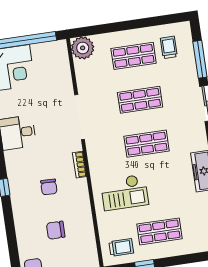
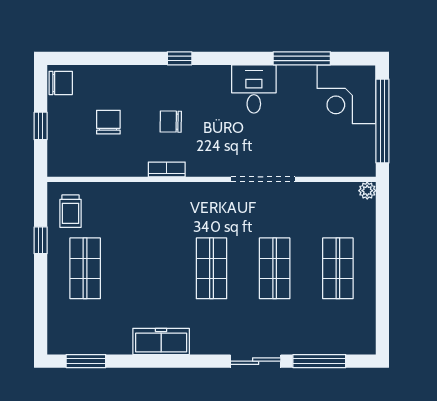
trolley: (169, 47) -> (343, 320), removed
plant: (83, 48) -> (367, 191), width x0.53, depth x0.53
bookcase: (79, 165) -> (167, 169), moved
checkout: (124, 192) -> (147, 227), removed

